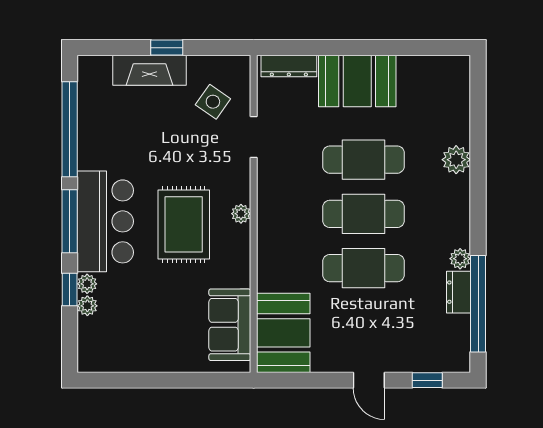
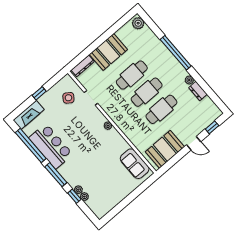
fireplace: (149, 70) -> (29, 115), moved
plant: (456, 160) -> (138, 23), moved
bar counter: (105, 221) -> (51, 146), moved
rug: (184, 224) -> (93, 145), removed
window: (478, 304) -> (176, 53), moved
booth: (283, 333) -> (165, 149), moved, turned 90

